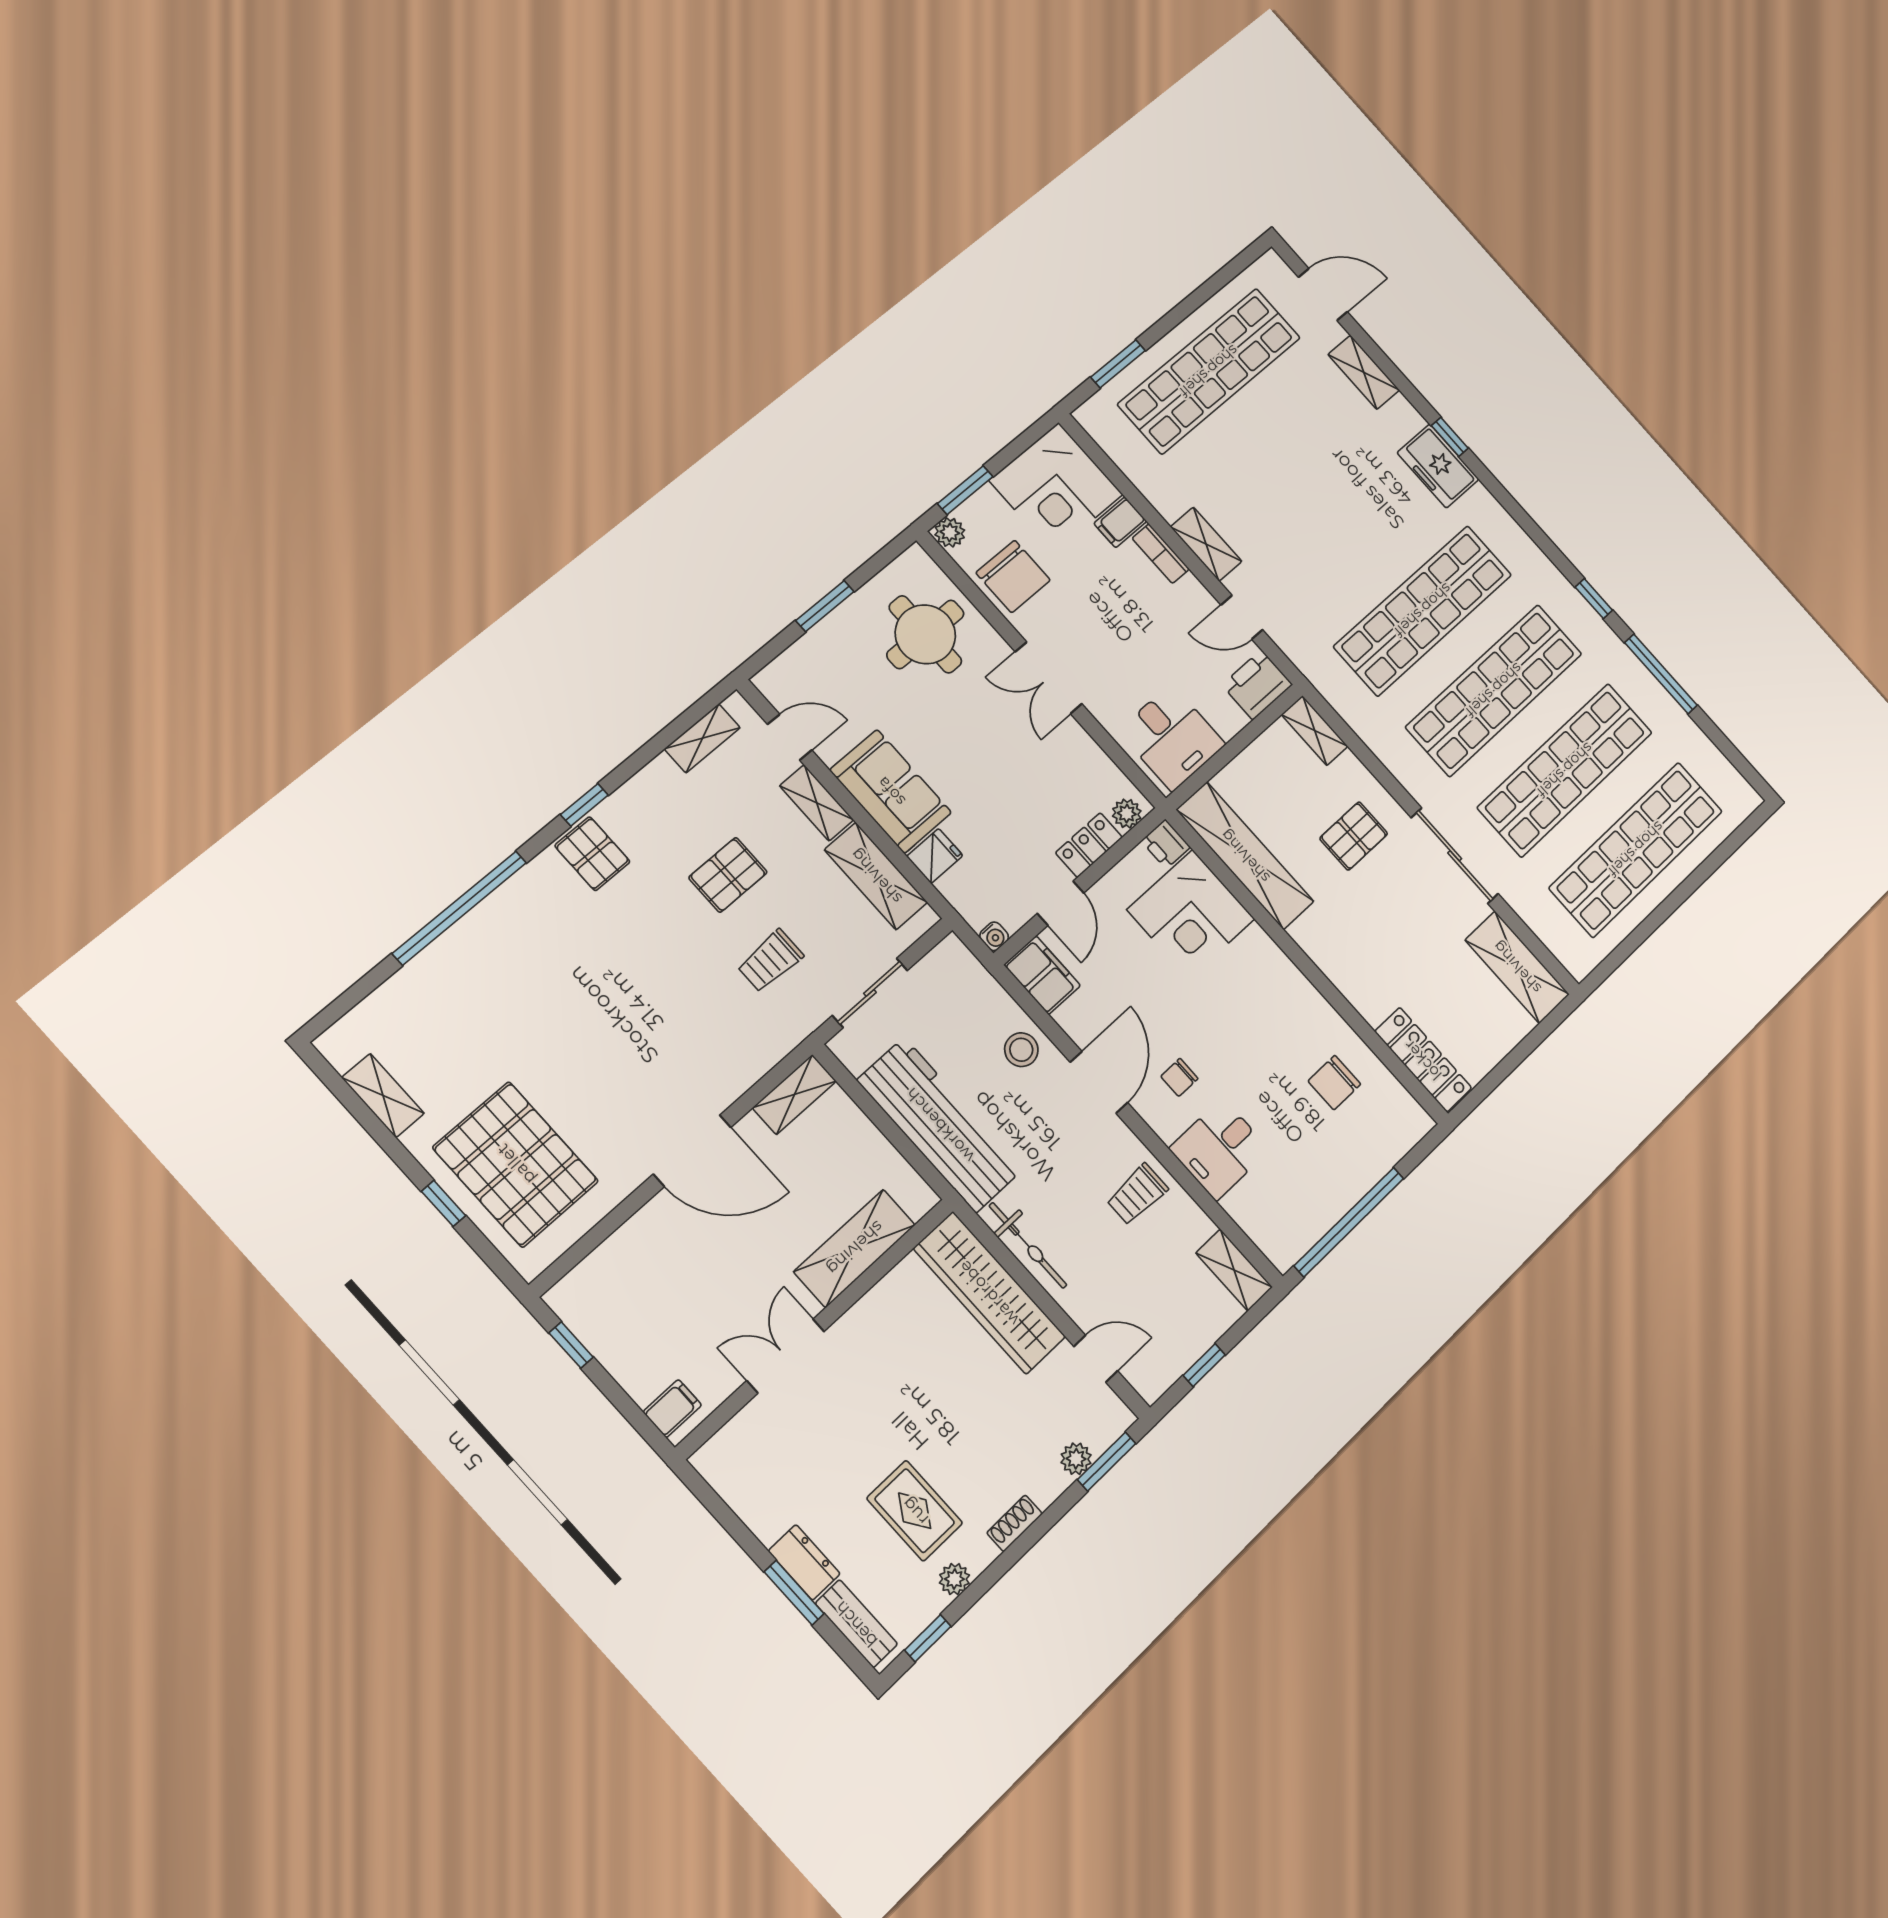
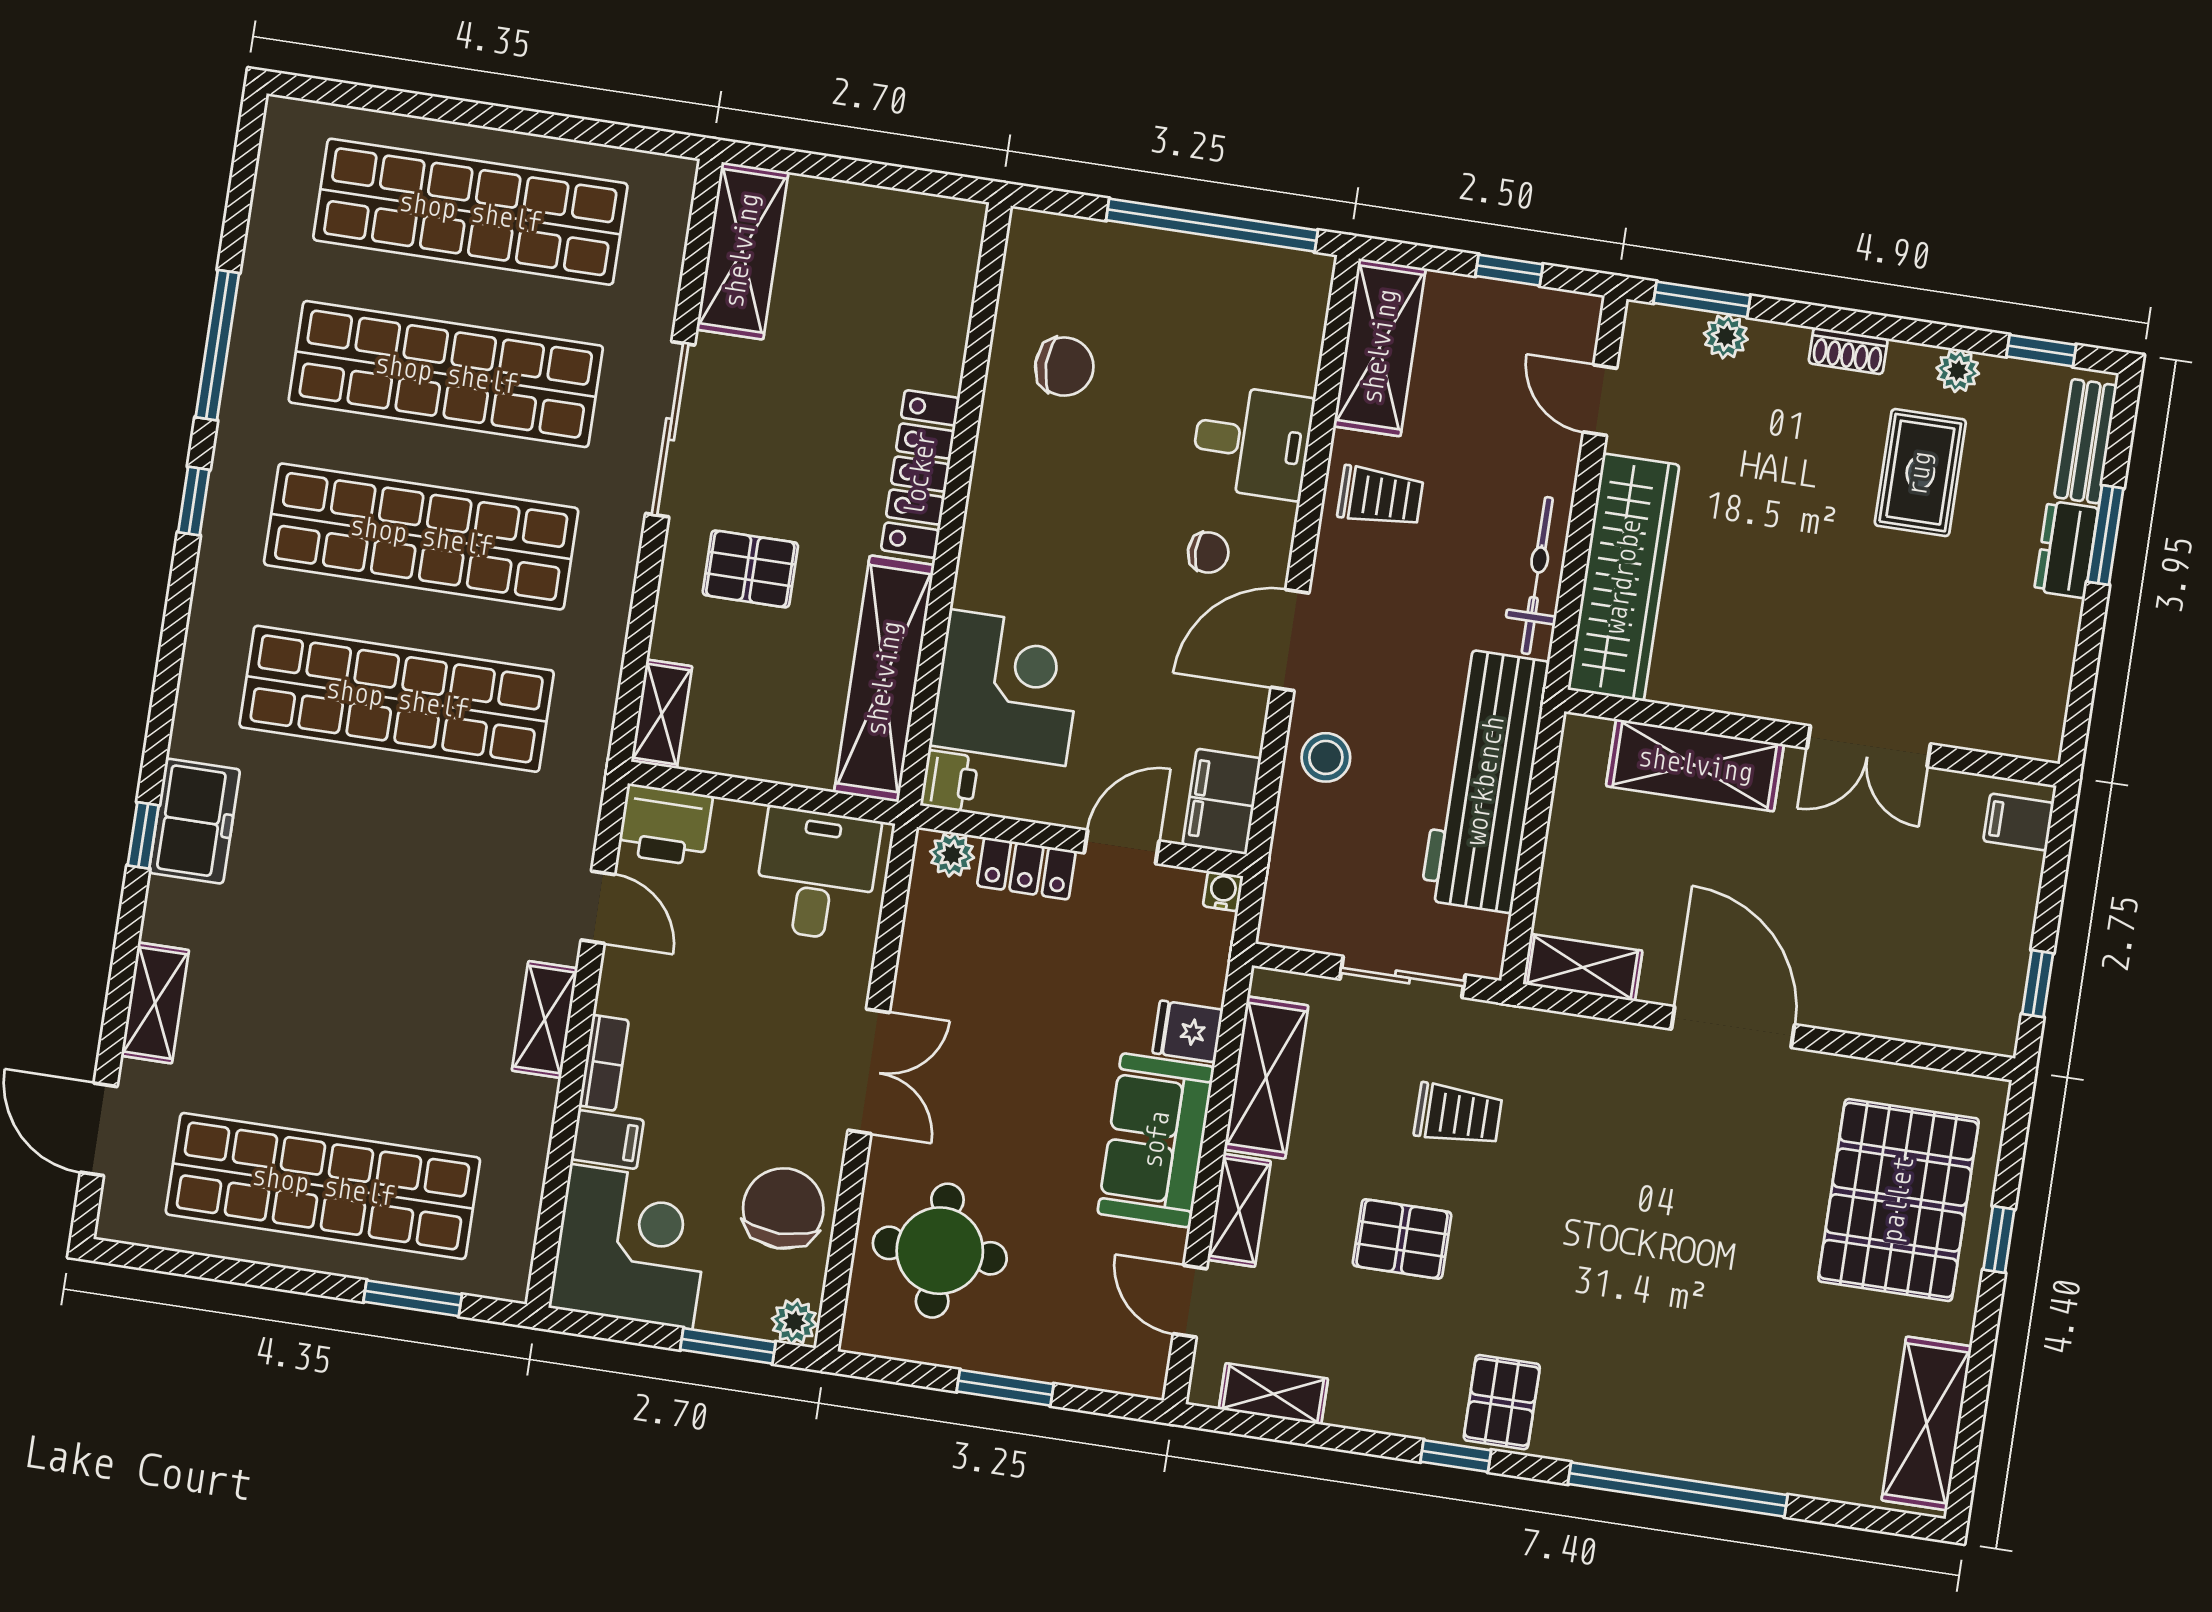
locker: (1423, 1060) -> (920, 474), moved
shelving: (383, 1095) -> (1927, 1423), width x1.50, depth x1.33
shelving: (1234, 1270) -> (1380, 347), width x1.50, depth x1.33

